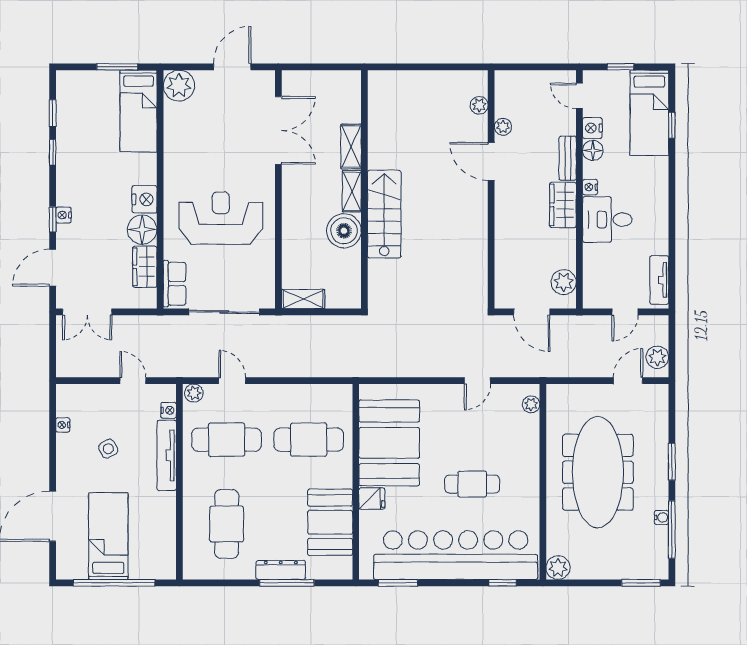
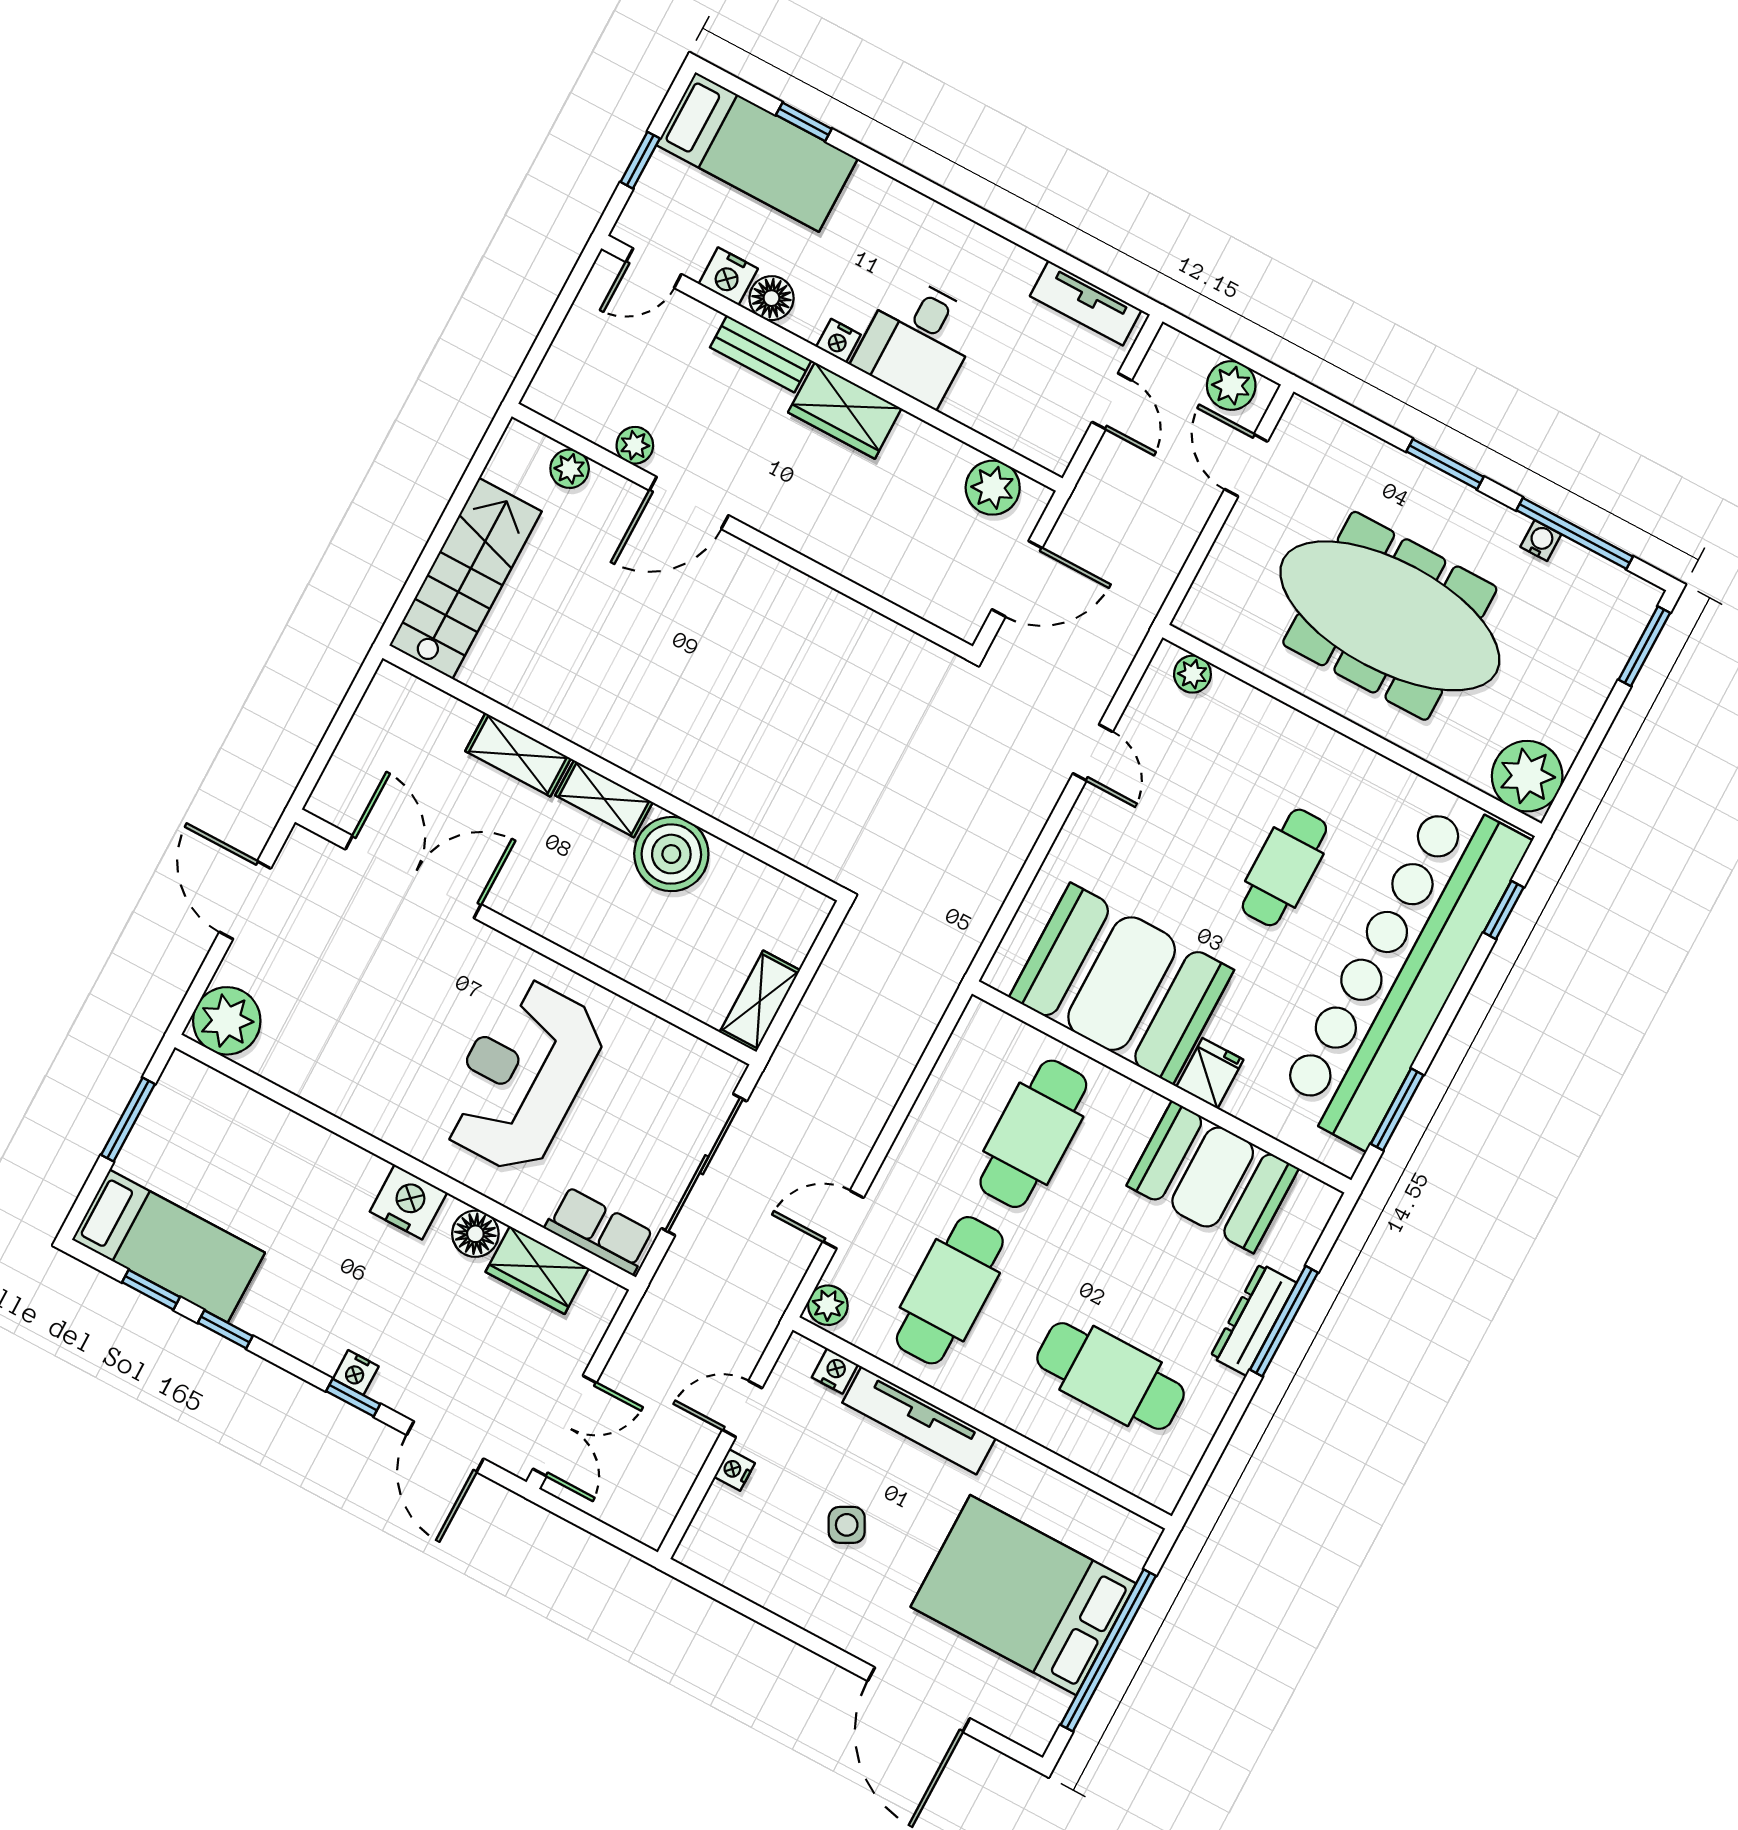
bed: (138, 111) -> (168, 1246), moved
stairs: (384, 214) -> (466, 578), moved, turned 90
floor lamp: (142, 230) -> (475, 1234), width x0.73, depth x0.73
nightstand: (63, 425) -> (734, 1470), moved, turned 90
bed: (108, 536) -> (1023, 1595), width x1.50
plant: (558, 568) -> (1527, 776), width x1.36, depth x1.36

